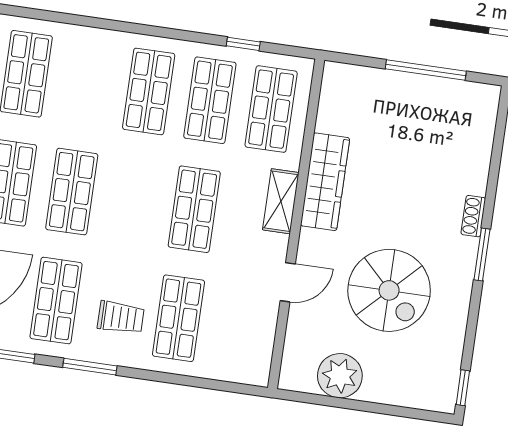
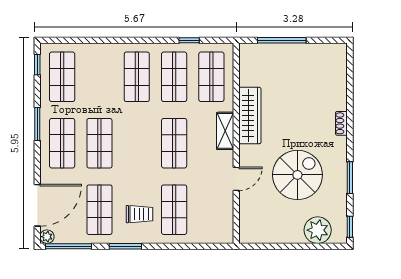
window: (426, 70) -> (282, 40), moved
window: (482, 254) -> (350, 178), moved
spiral stairs: (389, 290) -> (297, 175), turned -90
plant: (340, 376) -> (318, 230), moved

